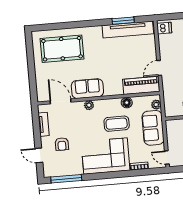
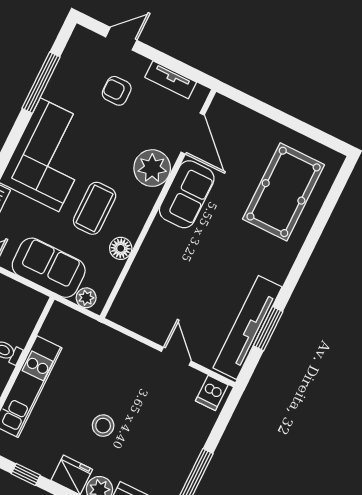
door: (159, 68) -> (176, 356), moved
piano: (141, 85) -> (136, 292), removed
door: (61, 101) -> (193, 134), hinge flipped
plant: (89, 105) -> (152, 168), width x1.88, depth x1.88
window: (66, 179) -> (41, 83), moved

